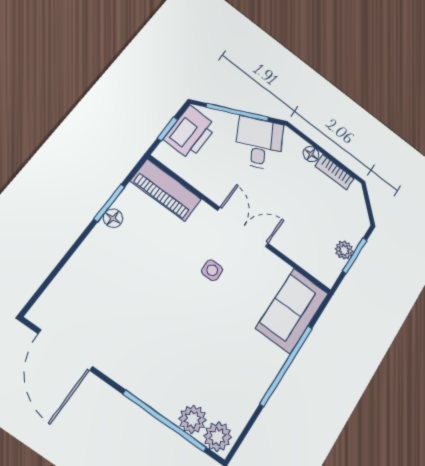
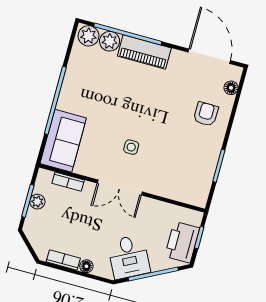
piano: (166, 190) -> (144, 52), moved, turned 180
floor lamp: (113, 218) -> (231, 88), moved
bookcase: (302, 259) -> (68, 182), added
armchair: (101, 275) -> (206, 114), added

